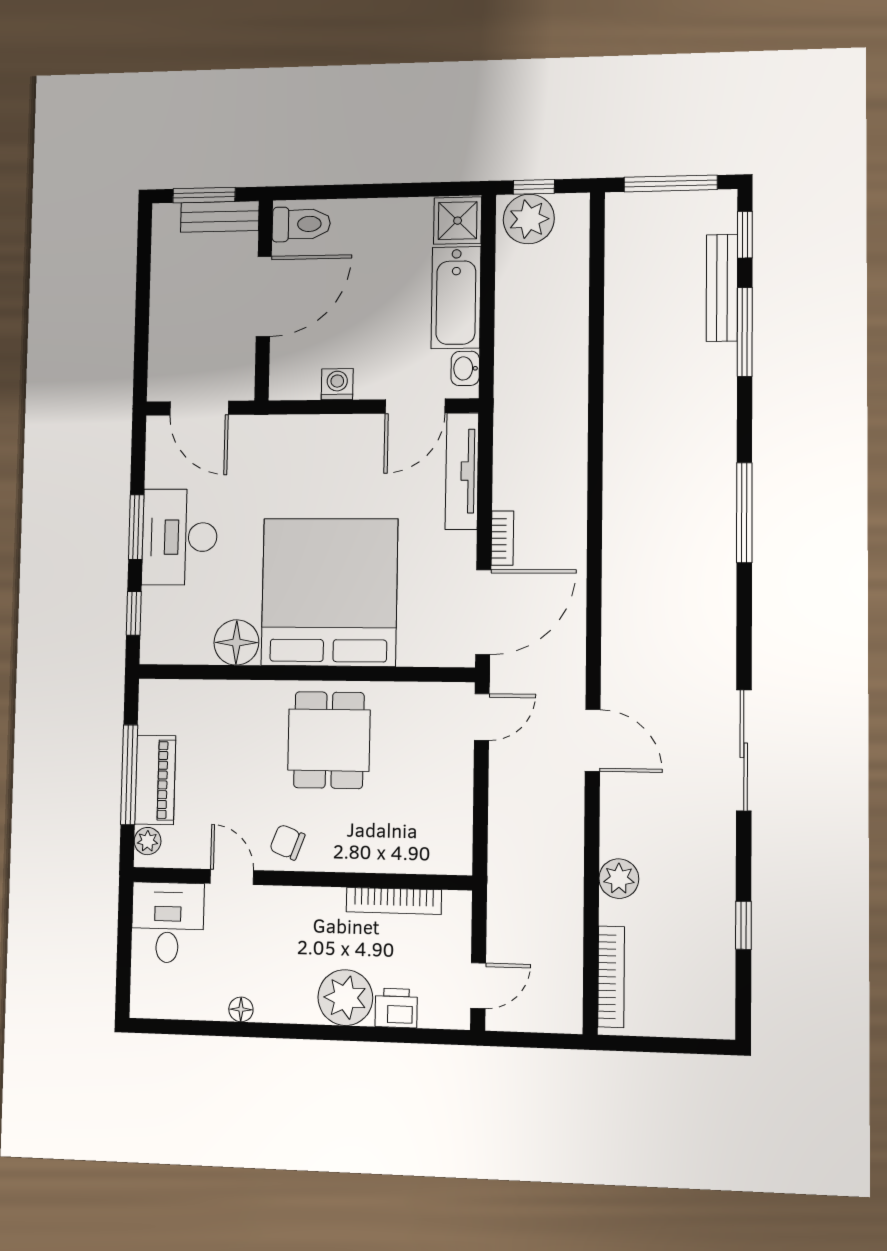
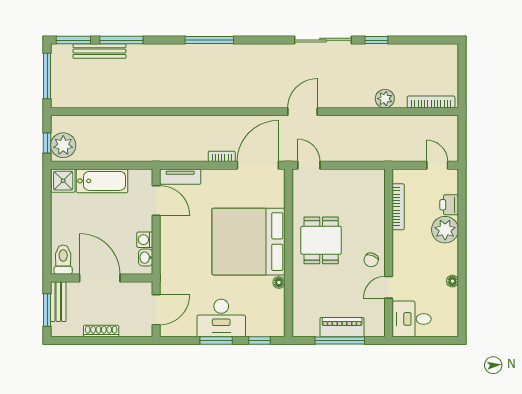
window: (745, 235) -> (73, 40), width x1.50
shoe rack: (161, 301) -> (101, 331), added
washbasin: (465, 368) -> (146, 258), moved, turned 90
tv unit: (462, 471) -> (180, 177), width x0.71
door: (483, 612) -> (258, 165), hinge flipped
floor lamp: (236, 642) -> (279, 282), width x0.53, depth x0.53
dining table: (329, 740) -> (321, 240), turned 90
door: (593, 740) -> (302, 112), moved
plant: (148, 841) -> (372, 330), removed
window: (743, 925) -> (376, 40), moved

